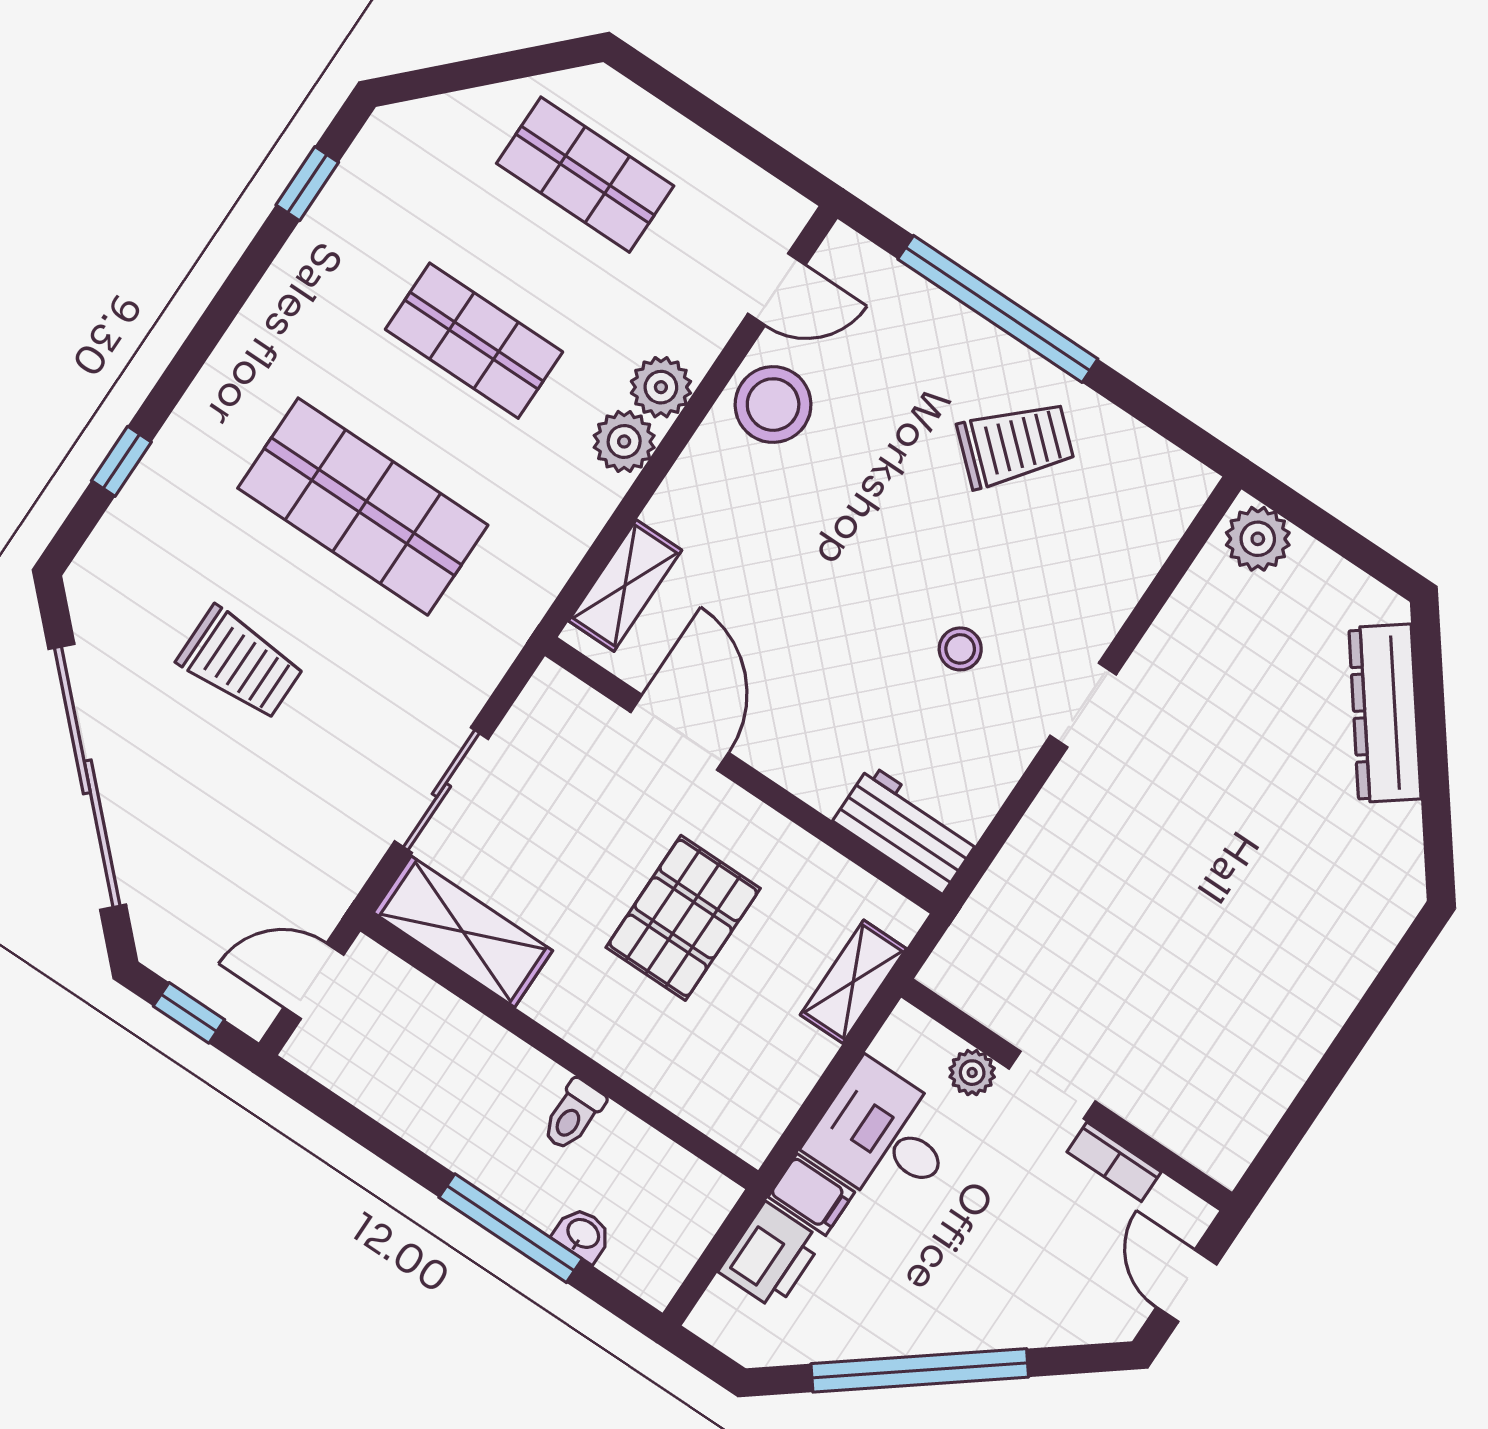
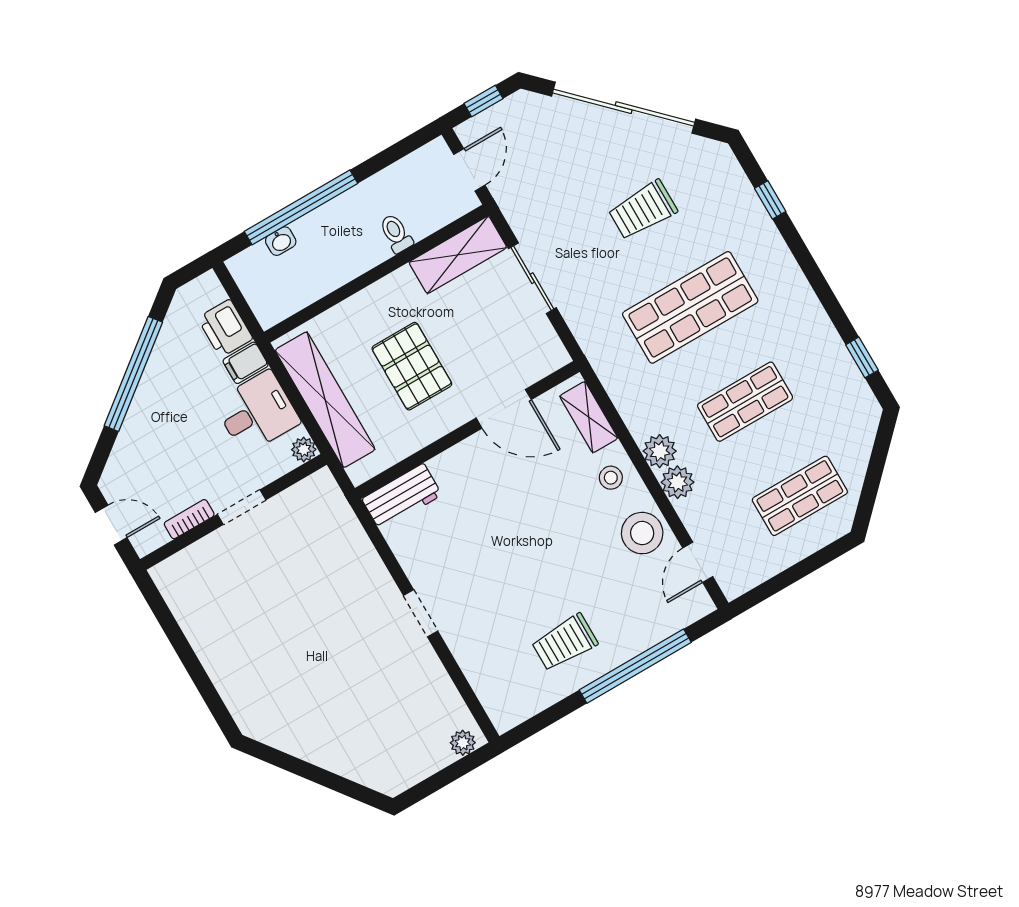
trolley: (1016, 444) -> (565, 642), turned 48
plant: (1258, 539) -> (463, 743), width x0.73, depth x0.73
stool: (960, 649) -> (611, 478), moved
dresser: (1385, 713) -> (344, 759), removed
shelving: (853, 982) -> (325, 400), width x2.20, depth x1.33
plant: (972, 1073) -> (304, 449), moved
toilet: (573, 1115) -> (396, 233), moved
window: (511, 1228) -> (301, 207), width x1.46

